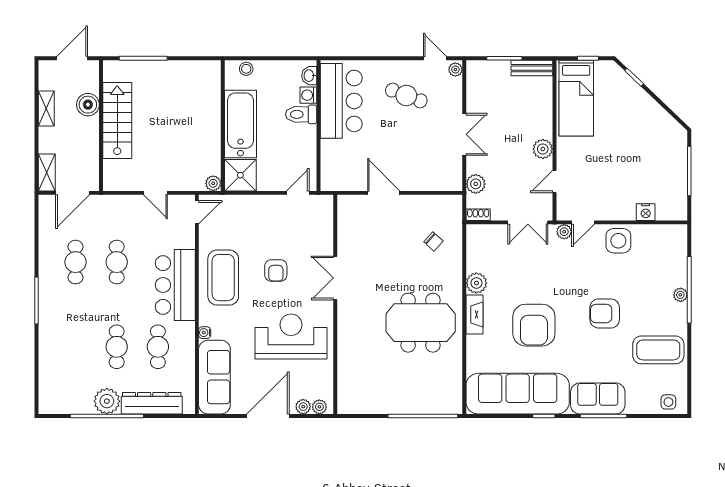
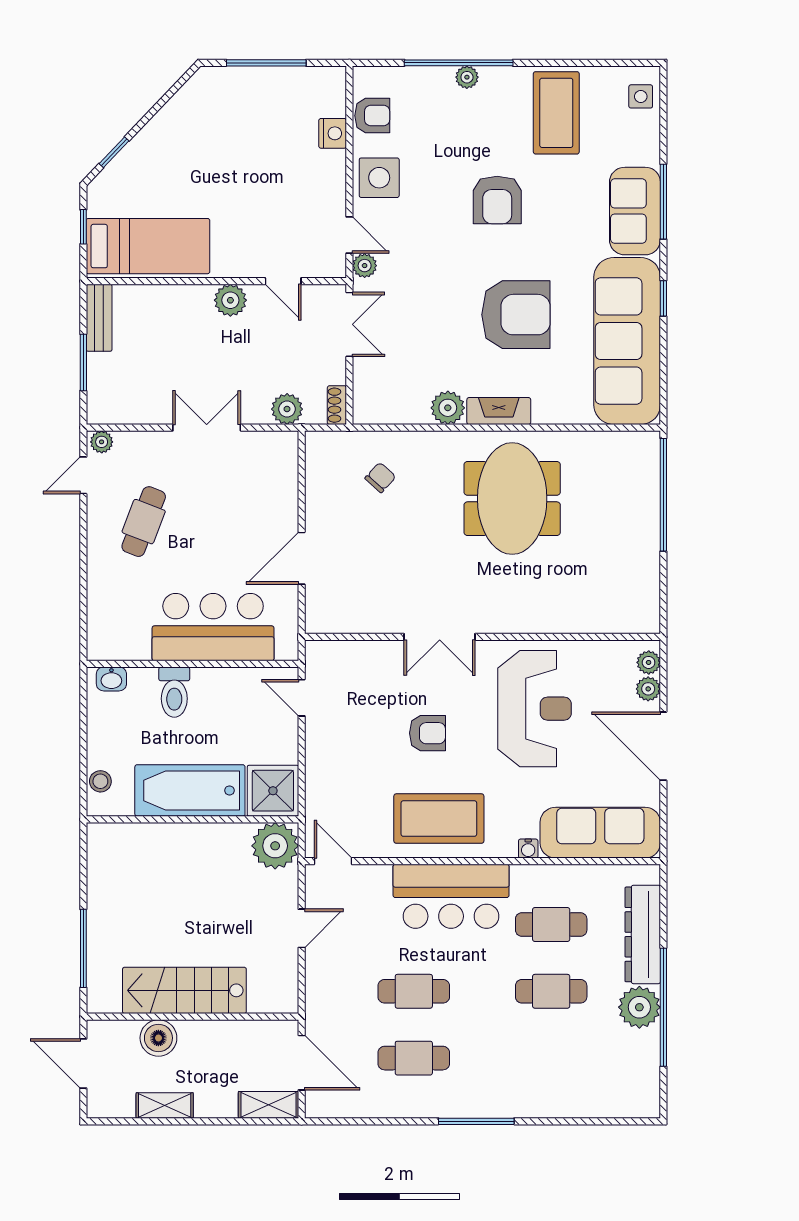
washing machine: (308, 95) -> (143, 680), removed
bar counter: (341, 101) -> (213, 627), moved
plant: (213, 183) -> (275, 846), width x1.88, depth x1.88
armchair: (657, 236) -> (372, 116), added
reception desk: (291, 336) -> (534, 709), turned 180

